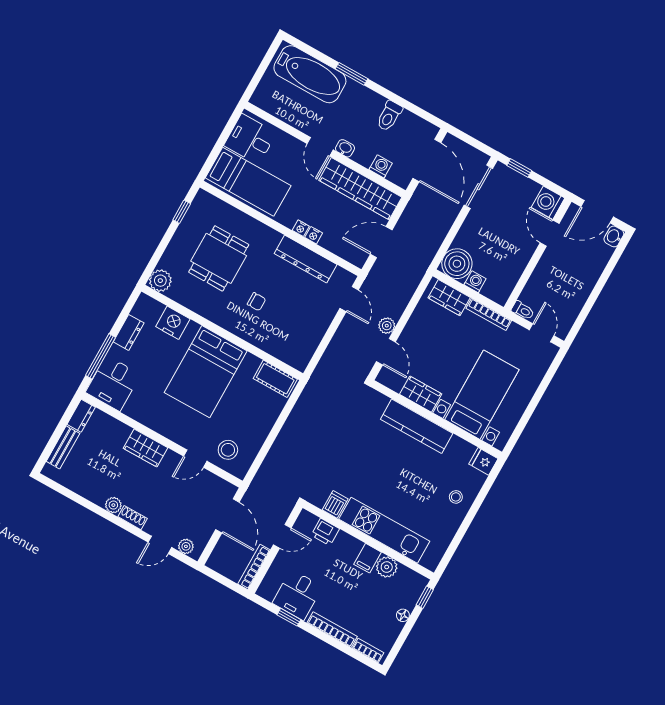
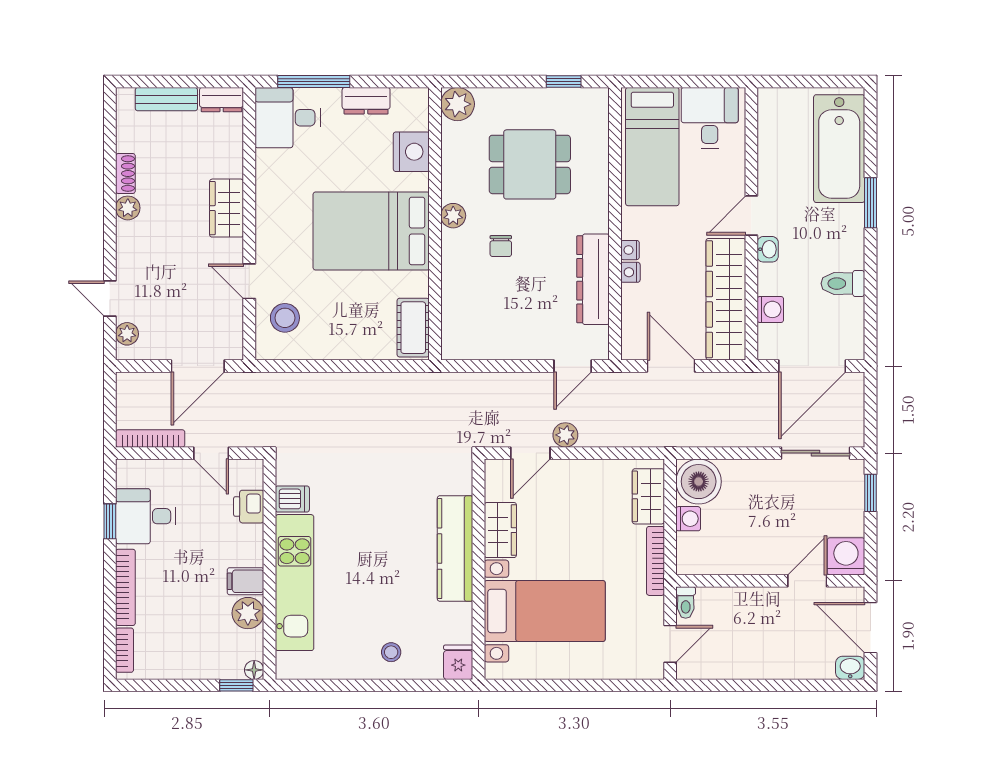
plant: (223, 319) -> (453, 216), added
shoe rack: (133, 518) -> (125, 174), moved
floor lamp: (403, 615) -> (254, 670), moved

